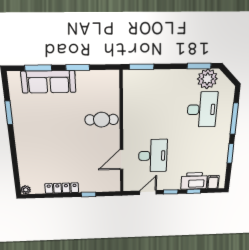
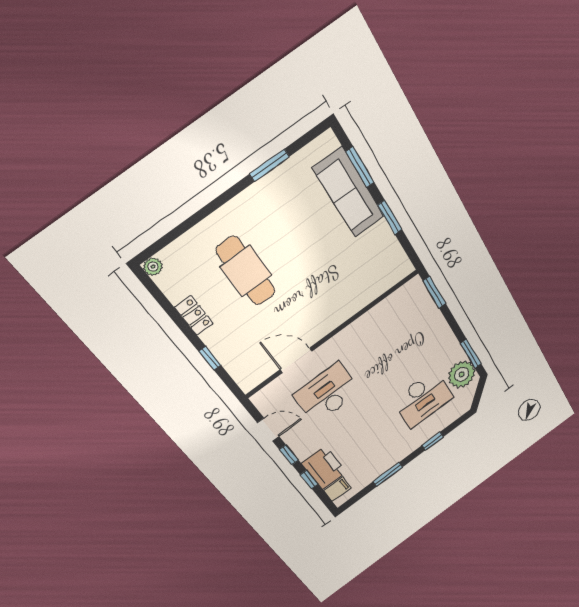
window: (234, 119) -> (433, 441), width x0.46
cafe table: (102, 120) -> (246, 271), moved, width x1.37, depth x1.35
desk: (153, 156) -> (327, 393), turned 180
locker: (62, 188) -> (194, 315), width x0.66

